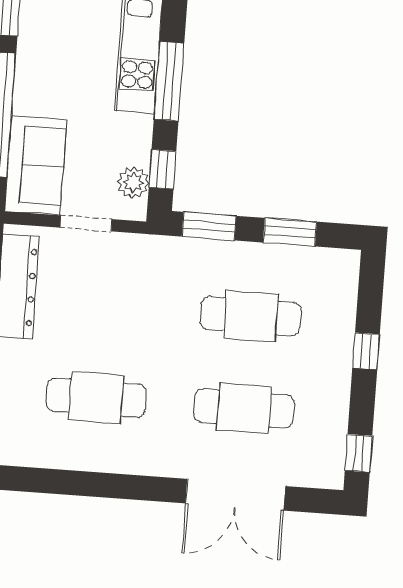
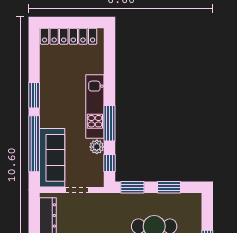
sofa: (36, 165) -> (52, 158), width x1.36
plant: (133, 182) -> (97, 147), moved

